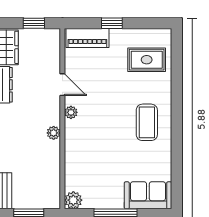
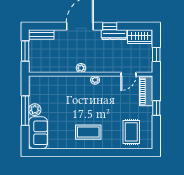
door: (62, 85) -> (128, 74), moved
plant: (73, 200) -> (35, 110), moved

